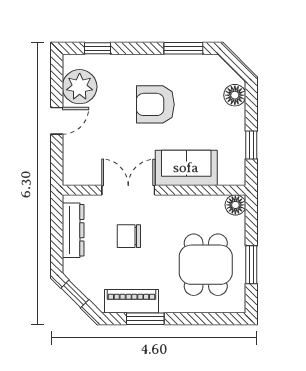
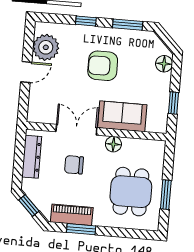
window: (97, 48) -> (86, 21), moved
floor lamp: (235, 205) -> (113, 144), moved

